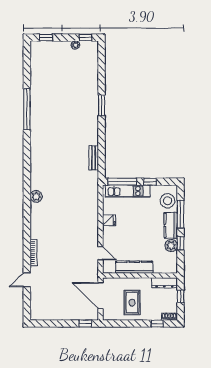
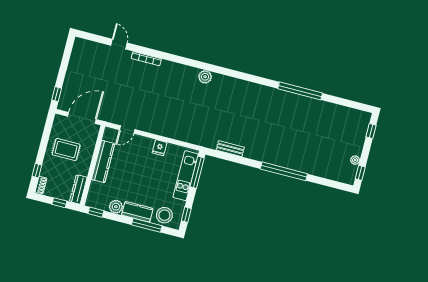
window: (102, 105) -> (284, 171), width x2.11
window: (150, 182) -> (186, 215), moved
window: (180, 243) -> (96, 212), moved

